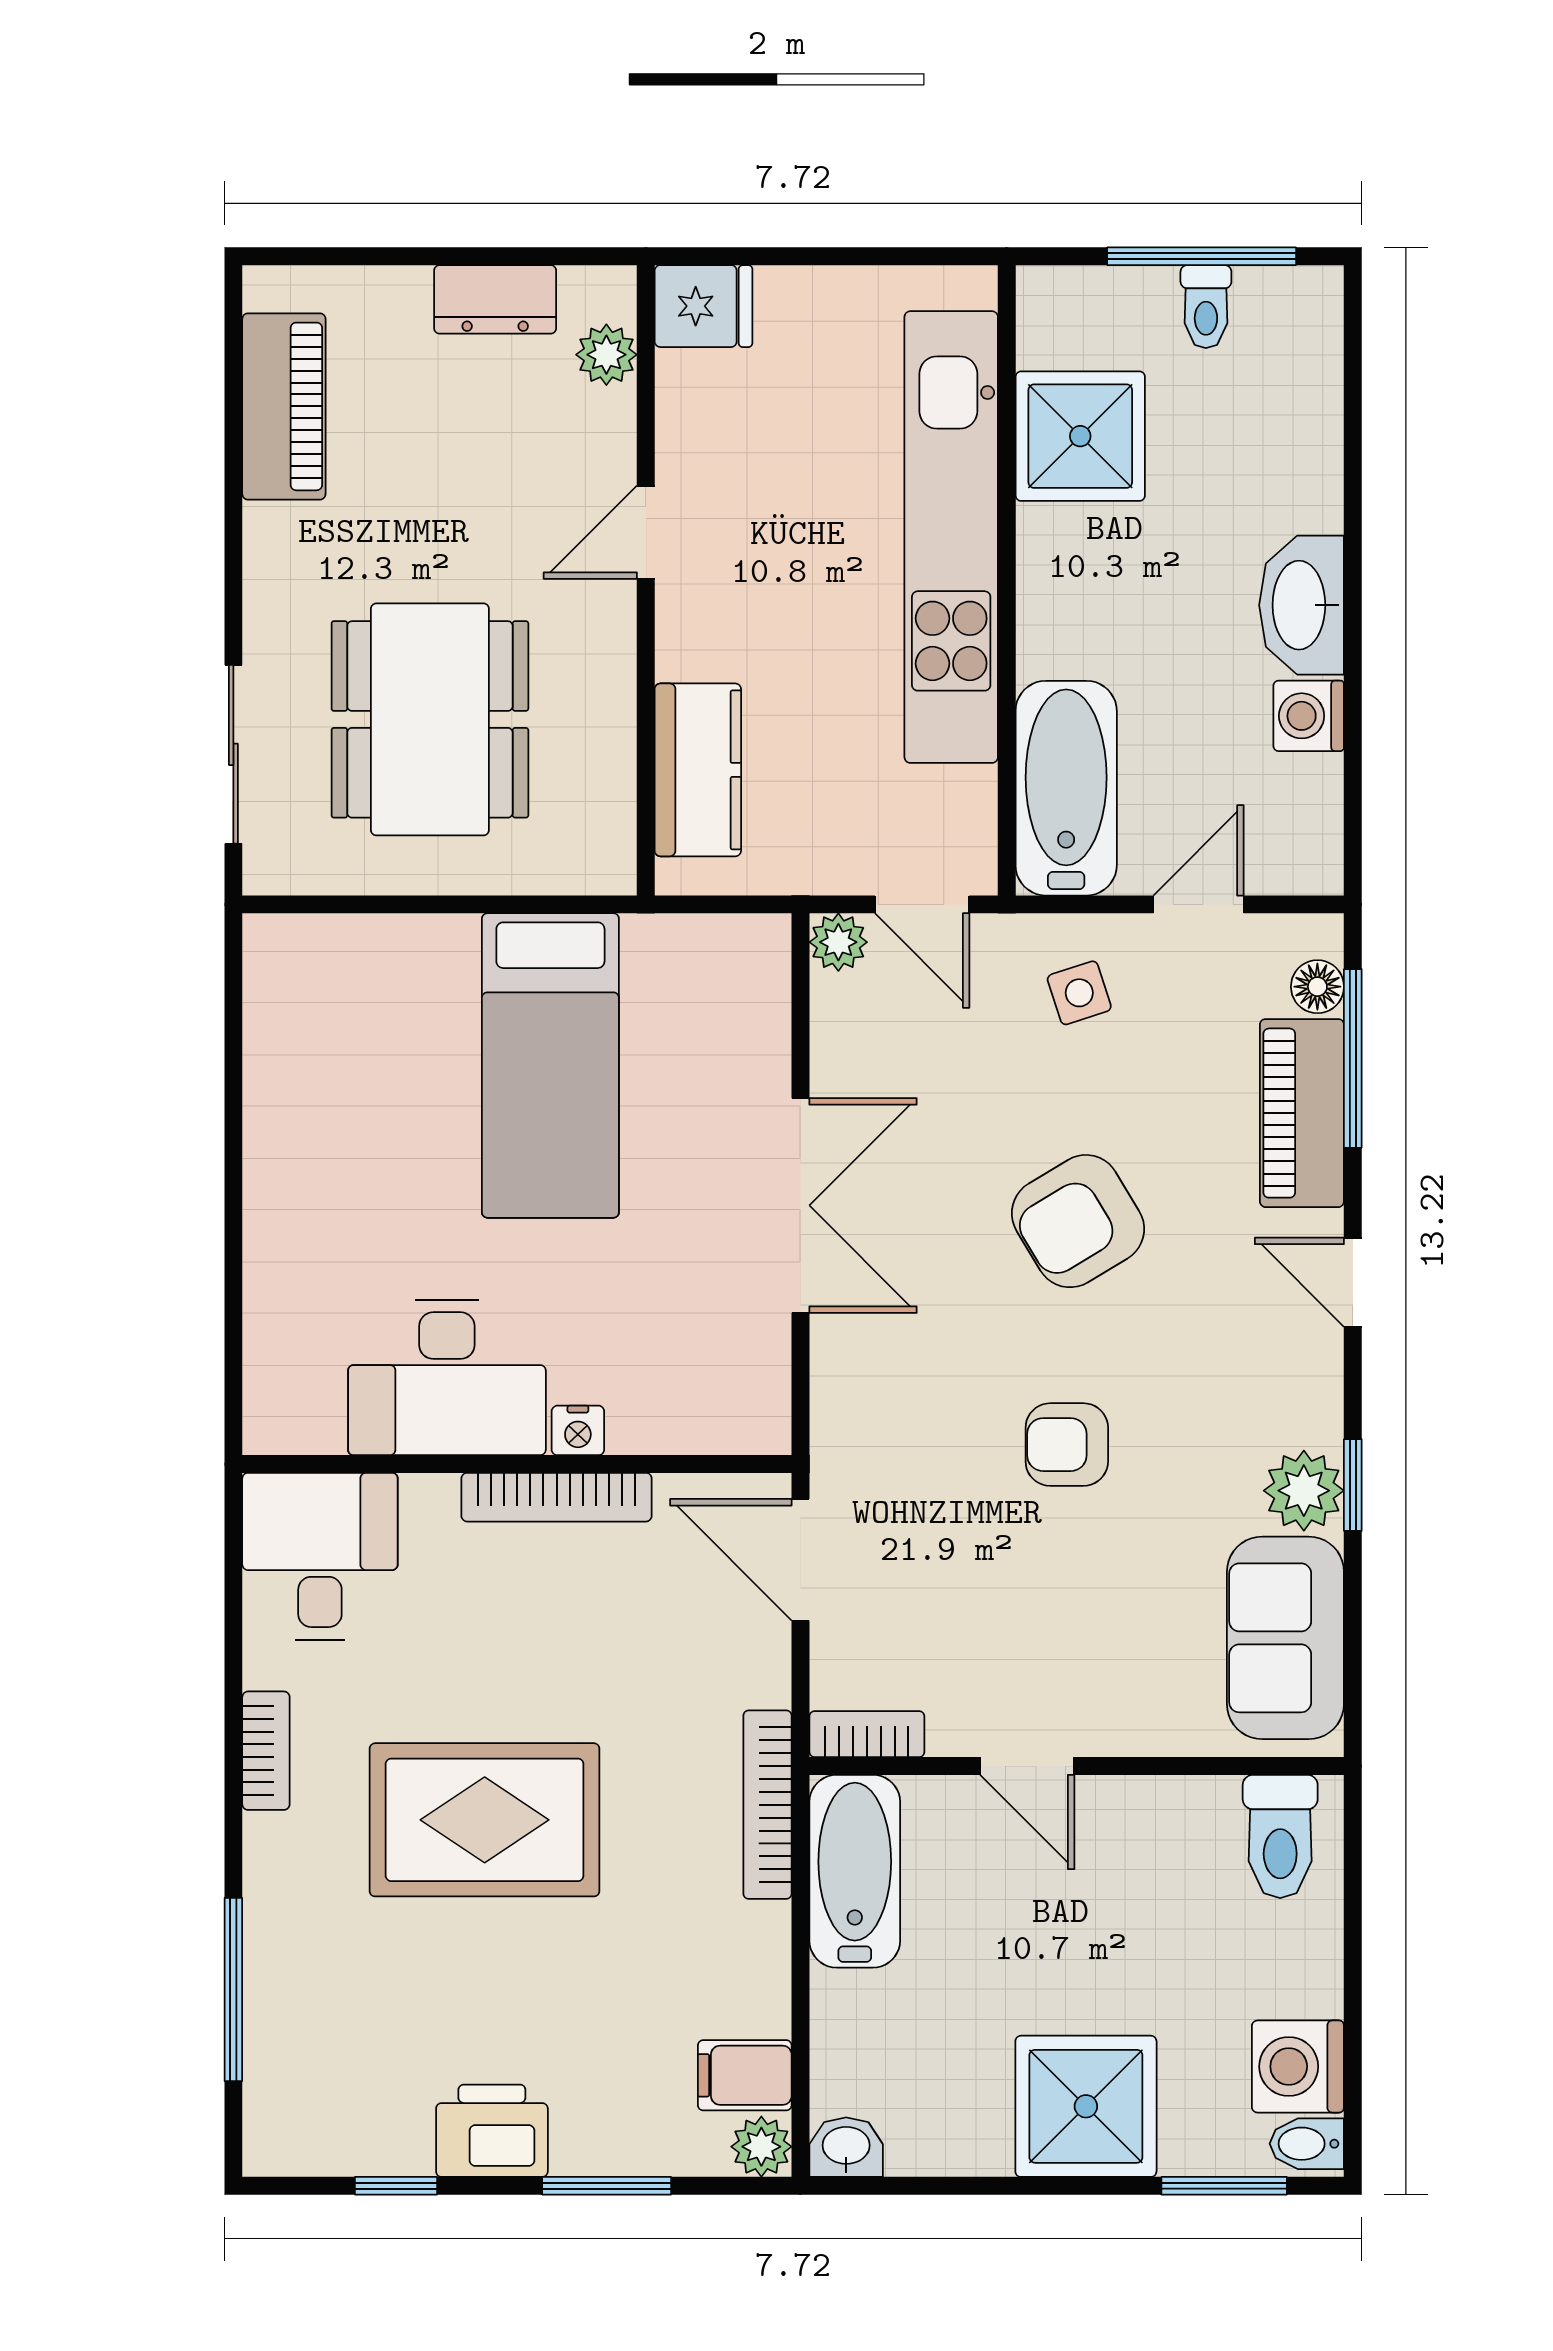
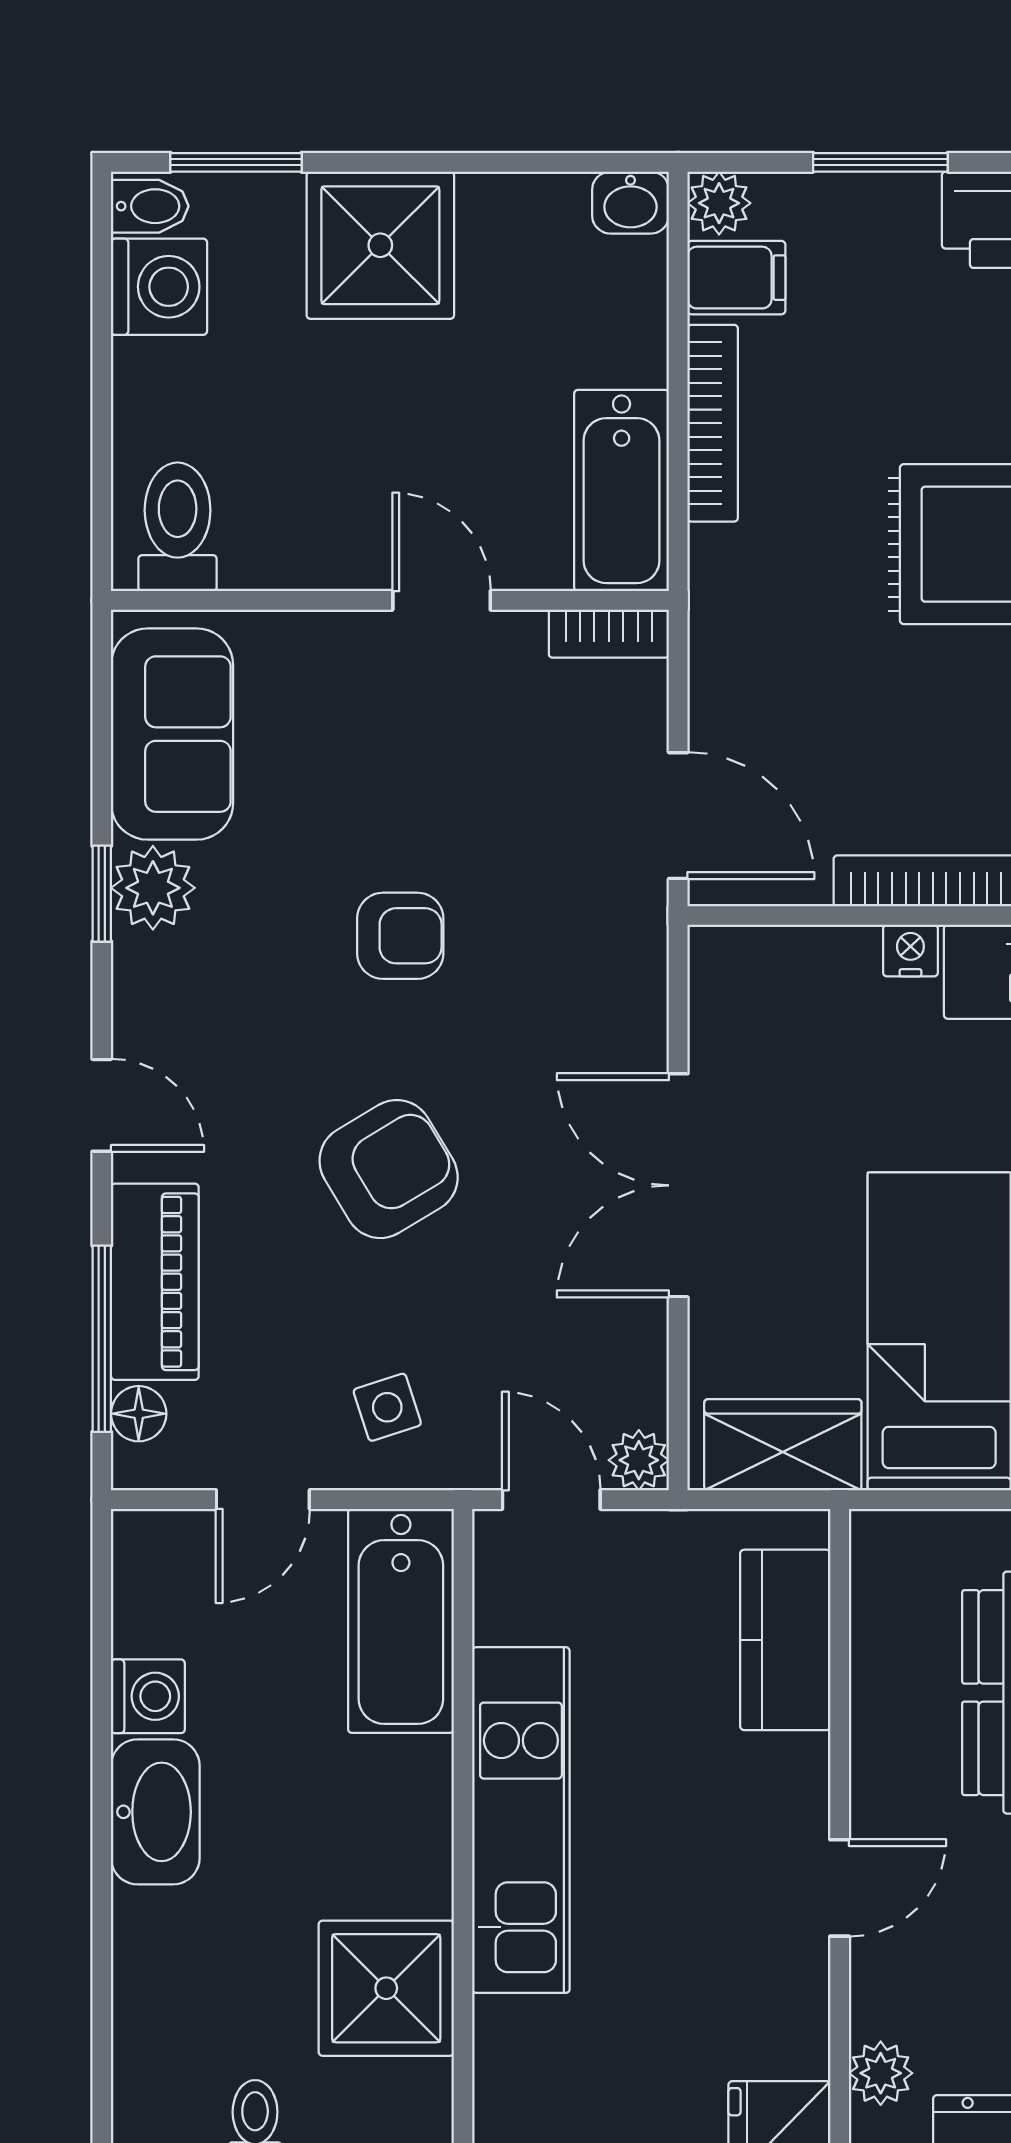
kitchen unit: (951, 537) -> (521, 1820), width x0.73
wardrobe: (700, 957) -> (783, 1445), added
bookcase: (767, 1805) -> (713, 423), moved

